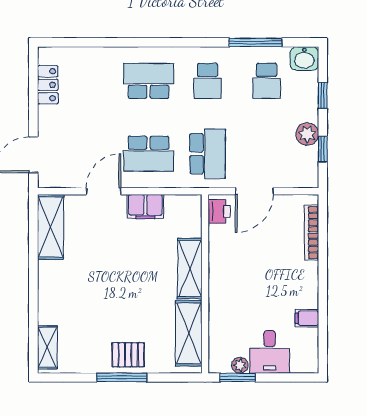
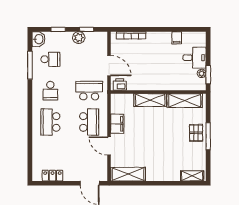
school desk: (208, 81) -> (50, 91), turned 90

